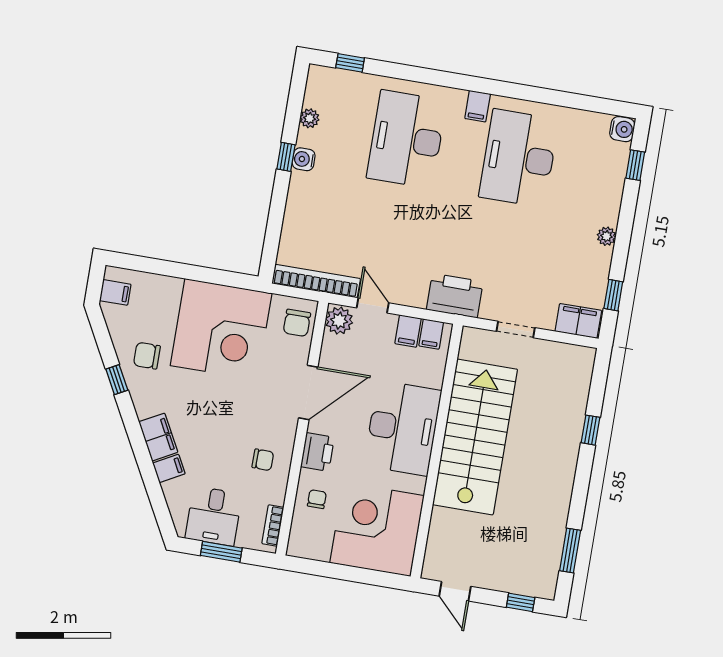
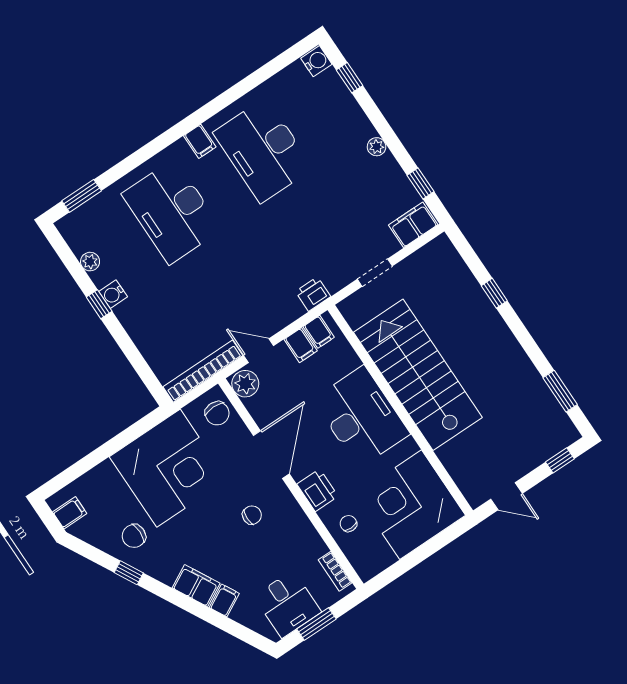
window: (350, 63) -> (82, 196), width x1.50
printer: (455, 296) -> (313, 294), width x0.53, depth x0.68
chair: (263, 460) -> (252, 515), moved

